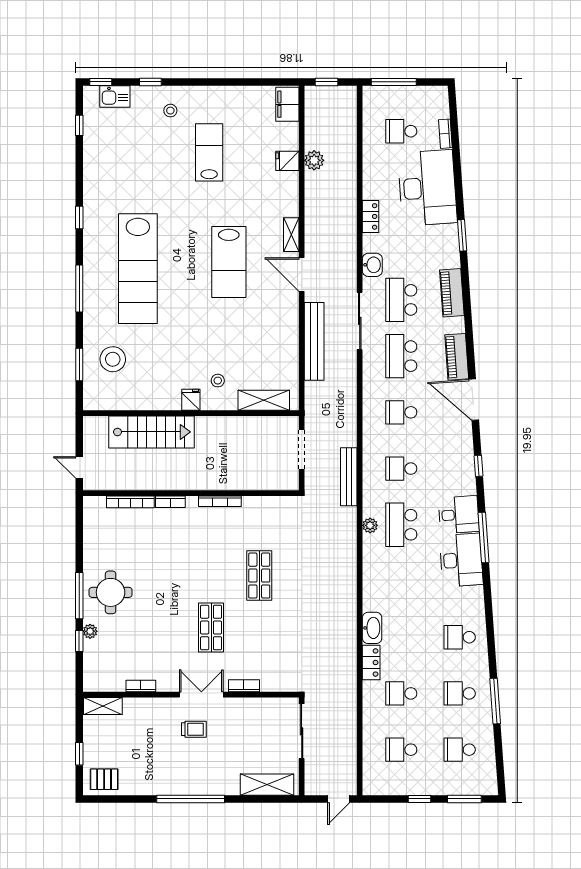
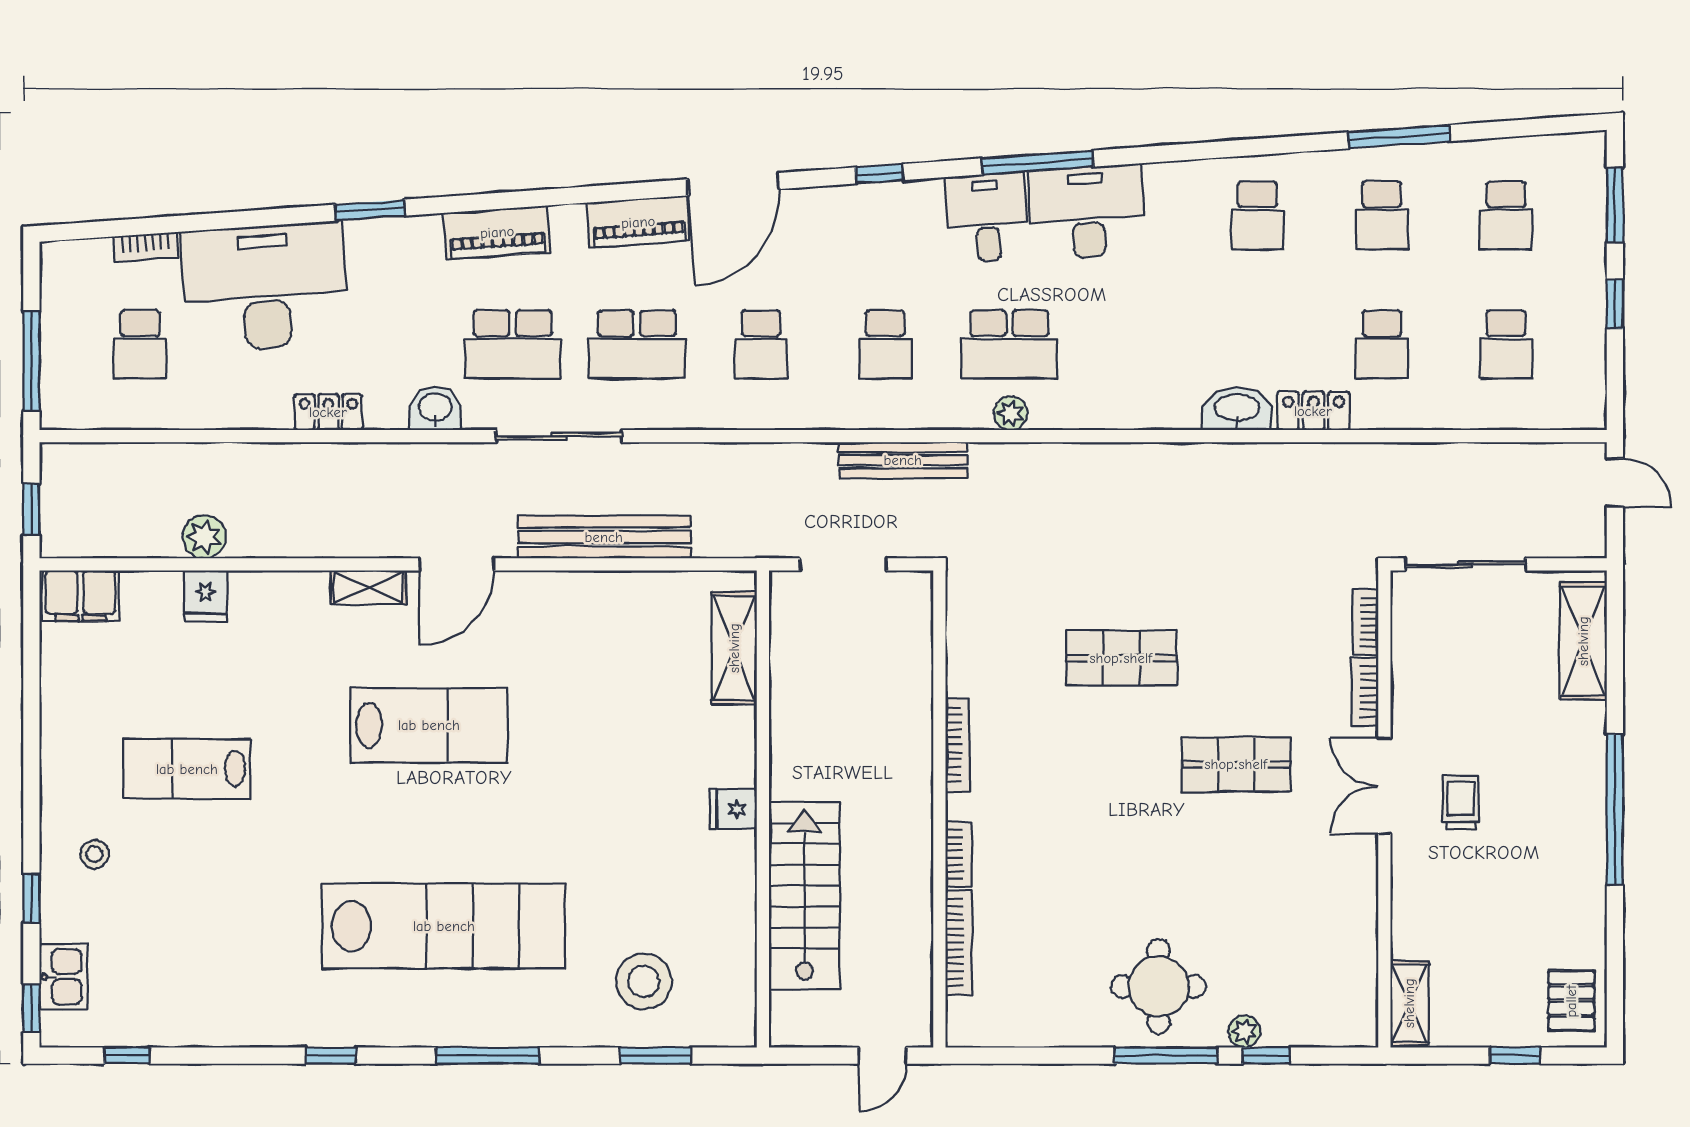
stool: (218, 381) -> (691, 750), removed
bookcase: (141, 686) -> (1365, 622), moved

